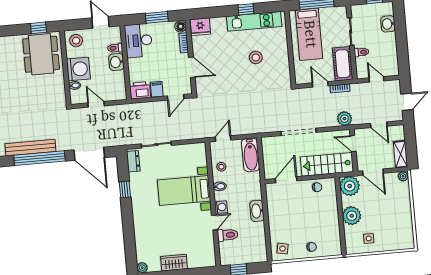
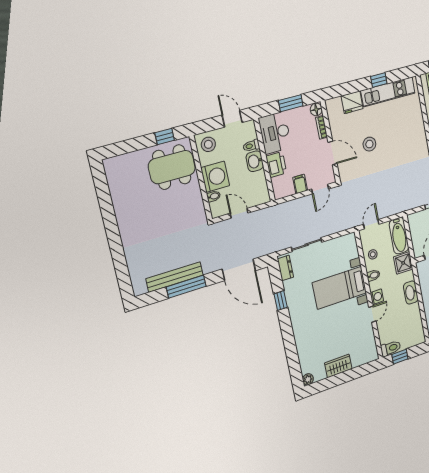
fridge: (200, 27) -> (352, 102), moved
dining table: (41, 54) -> (172, 167), turned 90
stool: (256, 58) -> (369, 144), moved
printer: (140, 90) -> (276, 165), moved, turned 90
window: (40, 158) -> (186, 287), width x0.68
shower: (252, 181) -> (403, 263), added
toilet: (228, 235) -> (391, 348), moved

